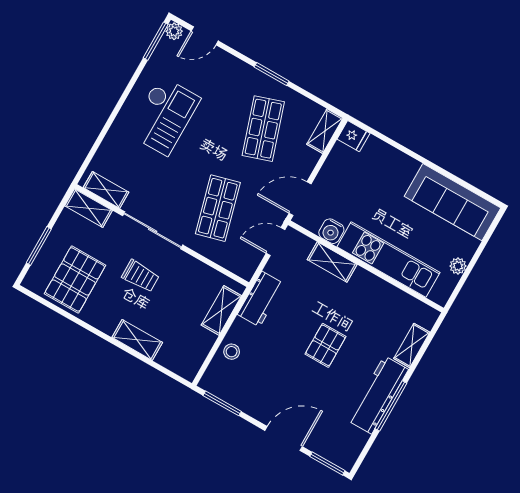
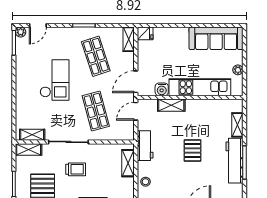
checkout: (164, 116) -> (55, 80), moved

